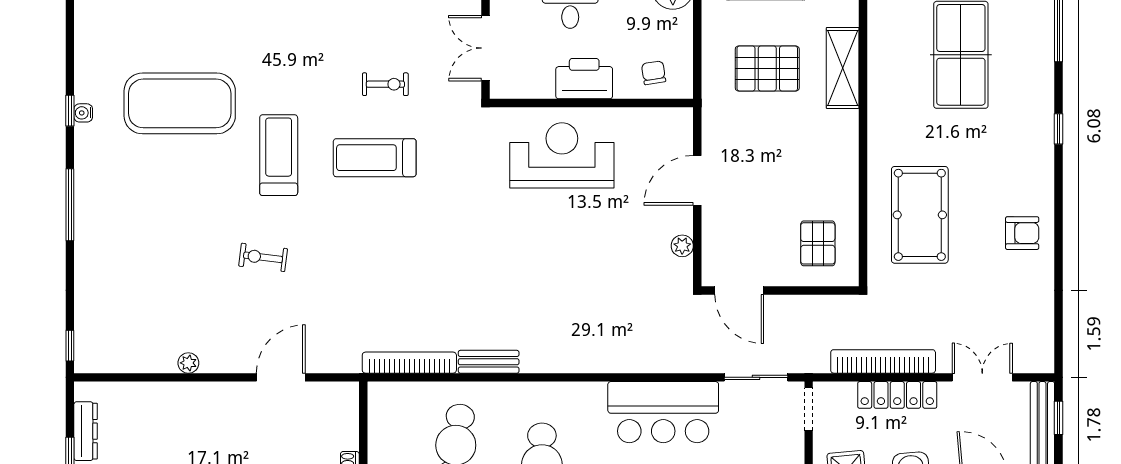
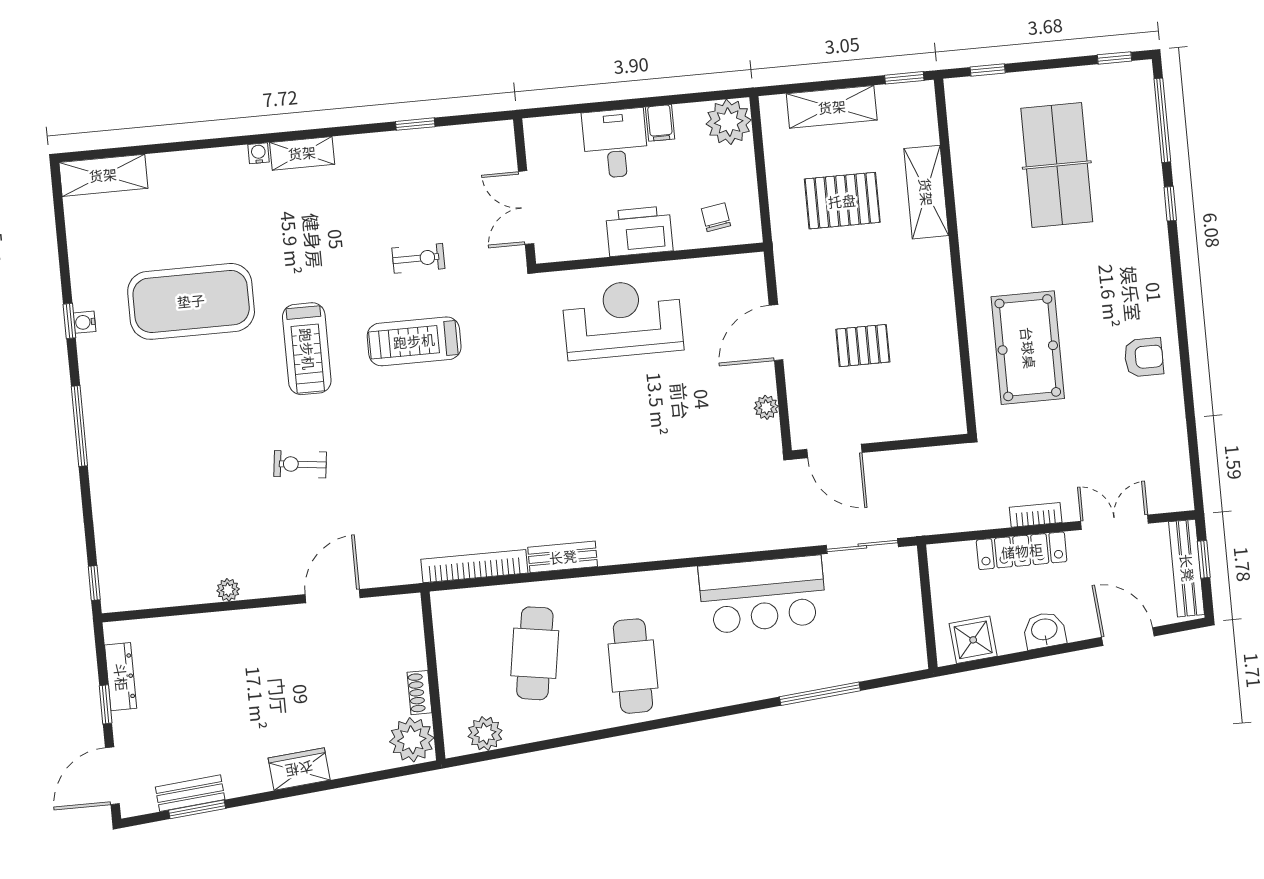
window: (1059, 129) -> (1170, 204), moved
treadmill: (279, 155) -> (307, 349), turned 180
pallet: (818, 243) -> (863, 346), moved, turned 90
bookcase: (883, 361) -> (1036, 515), width x0.43, depth x0.76
doorway: (809, 409) -> (924, 576), removed

